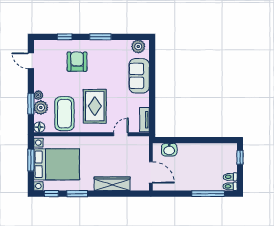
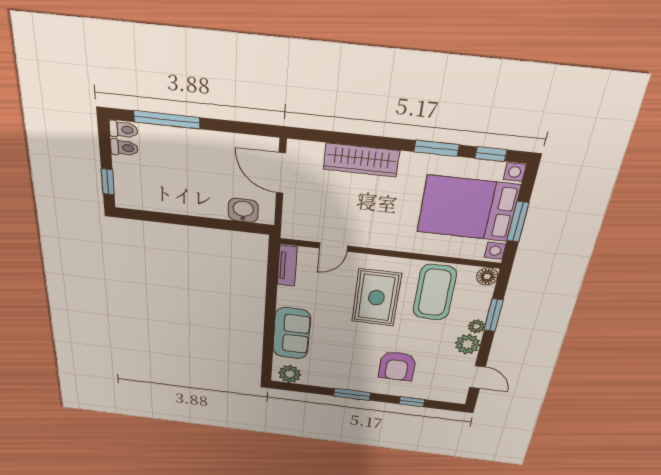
plant: (41, 108) -> (468, 344), moved

